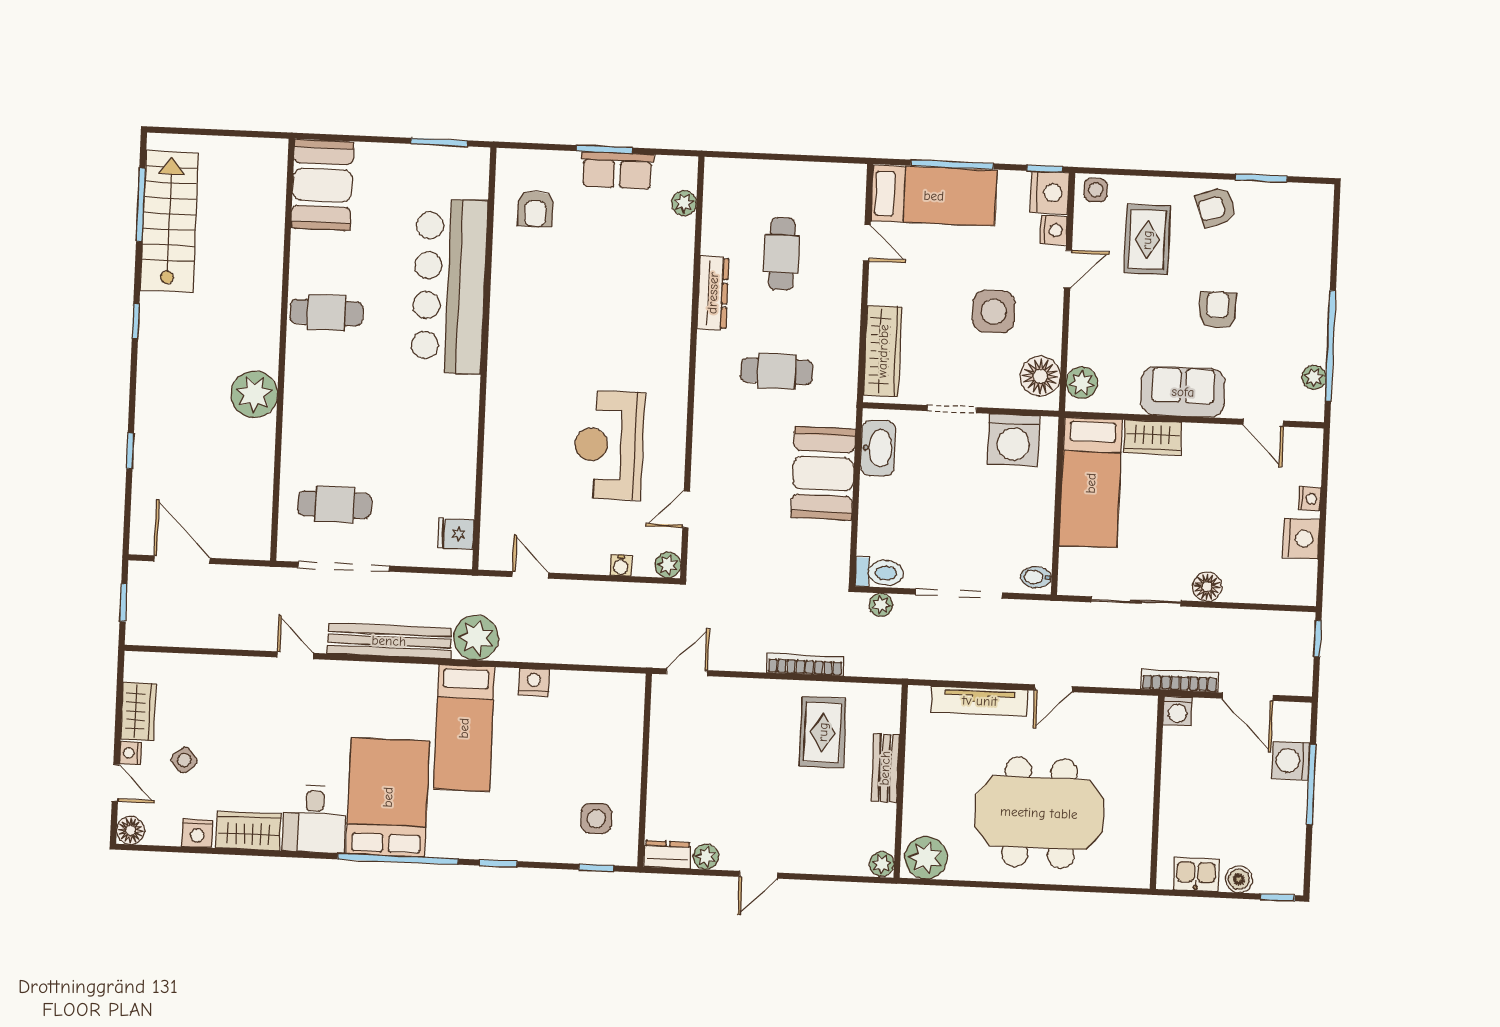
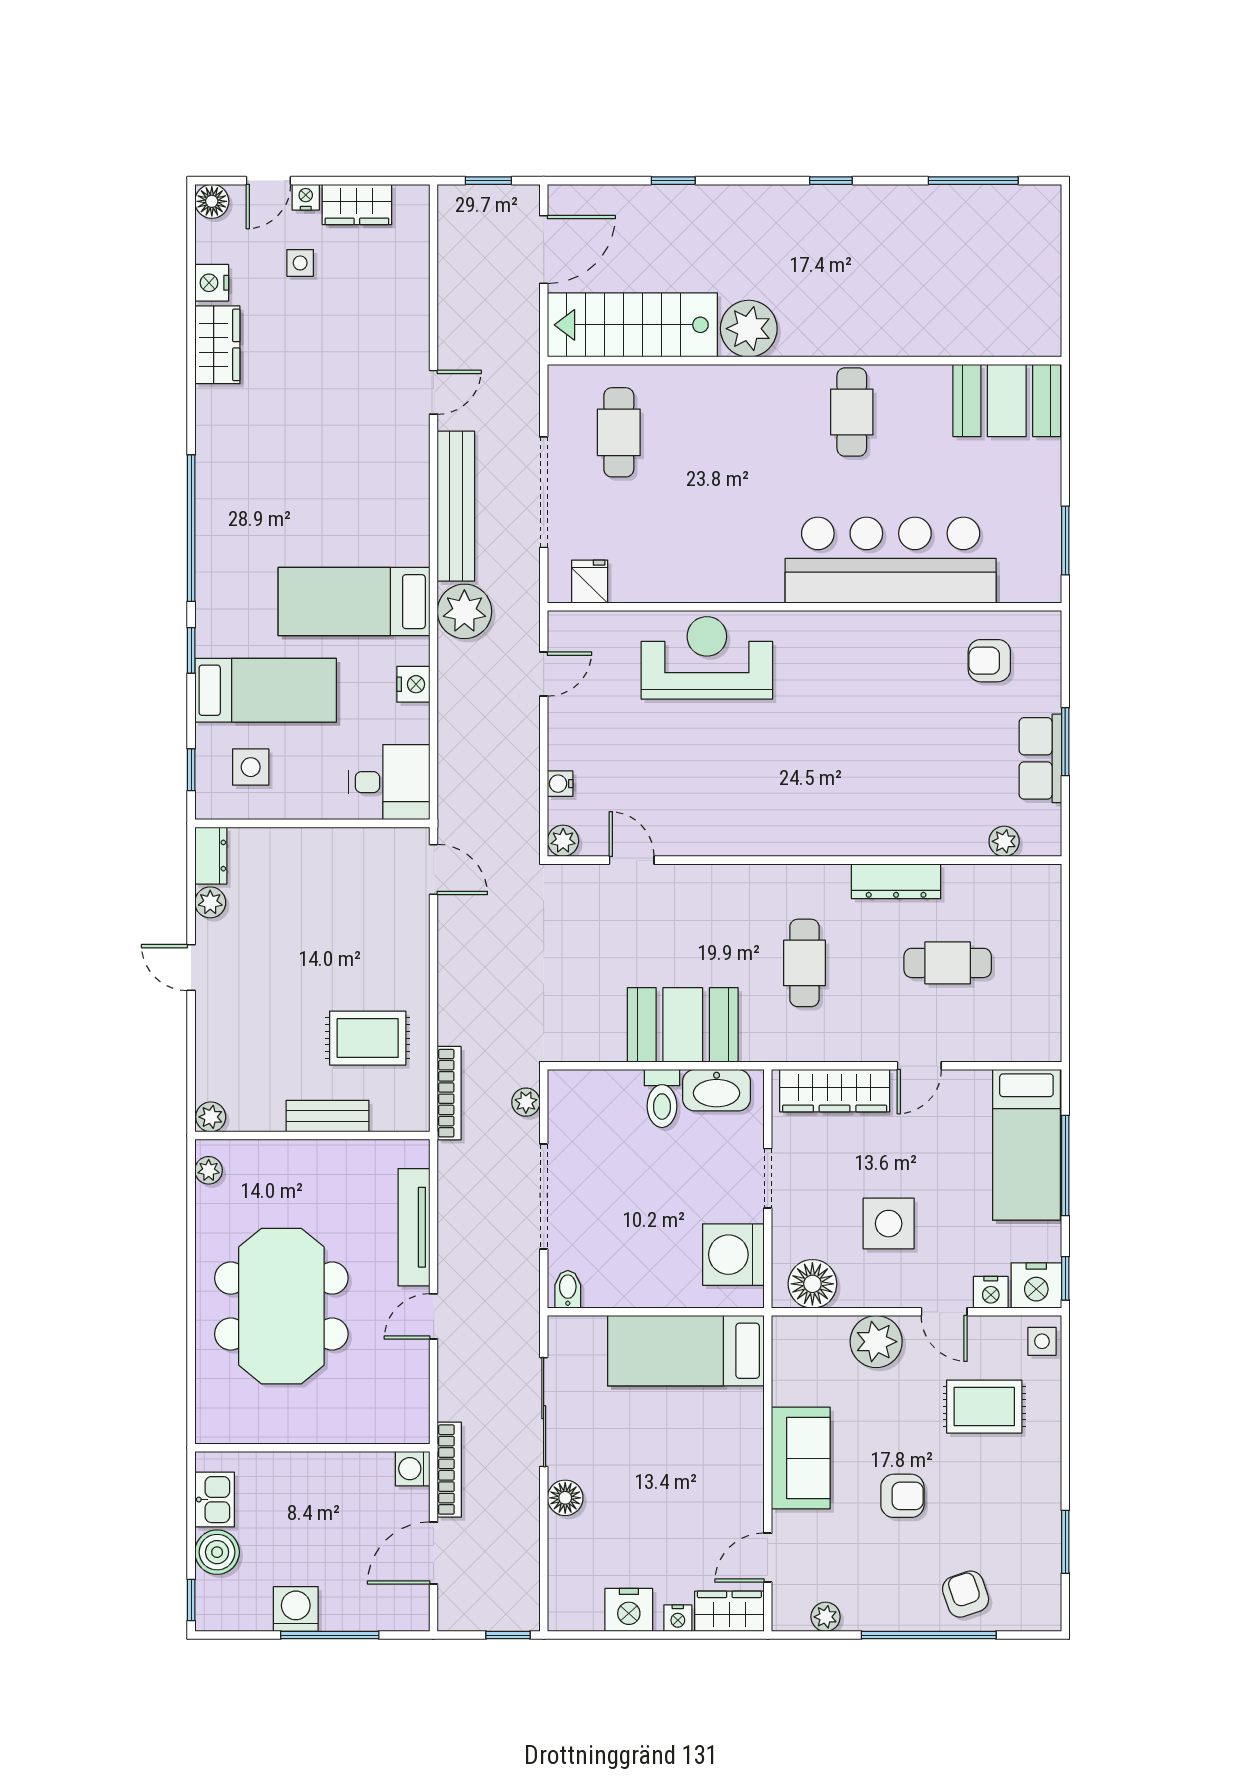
armchair: (1216, 207) -> (966, 1594), moved
stairs: (169, 221) -> (632, 325), moved, turned 180
door: (867, 243) -> (919, 1066), moved
window: (1330, 346) -> (929, 1635), moved
plant: (1082, 383) -> (876, 1342), moved, width x1.36, depth x1.36
wardrobe: (1153, 437) -> (729, 1611), moved, turned 90
reception desk: (609, 445) -> (707, 658), moved
doorway: (344, 567) -> (544, 492), moved
toilet: (879, 573) -> (662, 1098), moved
bookcase: (805, 665) -> (449, 1093), moved
door: (1053, 688) -> (434, 1316), hinge flipped
side table: (184, 760) -> (300, 263), turned 38
washing machine: (1291, 761) -> (296, 1609), moved
bed: (388, 797) -> (266, 690), moved, width x0.67
desk: (314, 819) -> (389, 782), moved, turned 180
plant: (926, 858) -> (209, 1170), width x0.53, depth x0.53
boiler: (1239, 879) -> (217, 1552), width x1.36, depth x1.36

